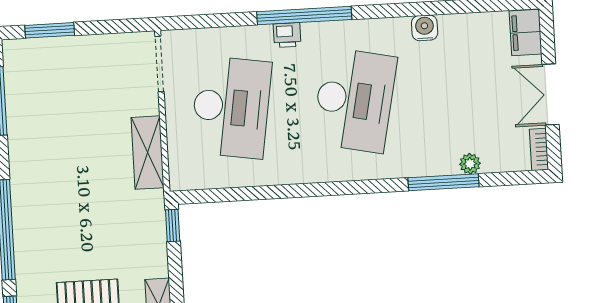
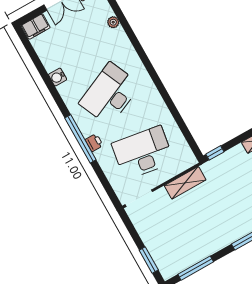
desk: (354, 100) -> (110, 94), turned -36
window: (443, 182) -> (129, 31), removed

